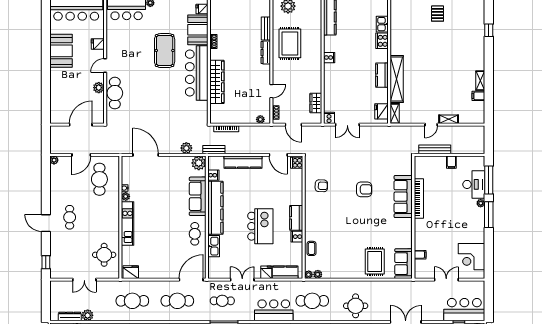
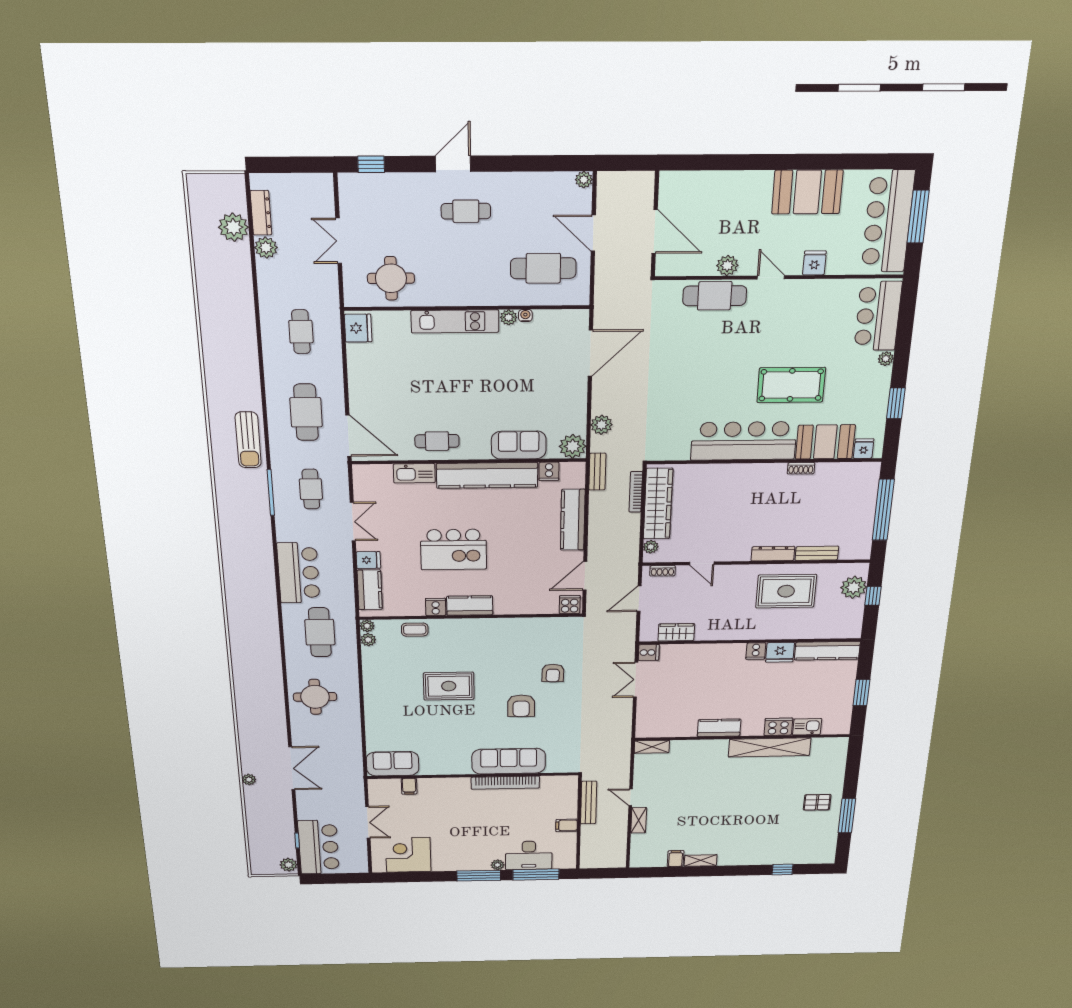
shelving: (397, 79) -> (770, 747), moved
wardrobe: (217, 82) -> (658, 504), moved, turned -90
fridge: (381, 111) -> (780, 652), moved, turned 180
armchair: (321, 186) -> (553, 673), moved
sofa: (198, 196) -> (519, 445), width x0.73
rug: (375, 261) -> (449, 686), moved
cafe table: (132, 301) -> (301, 332), width x0.73, depth x0.74

